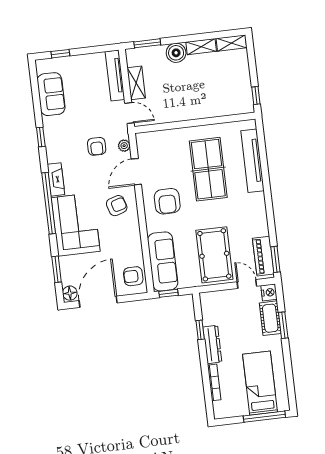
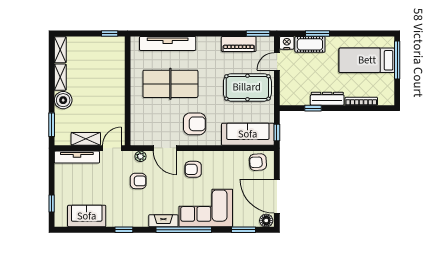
armchair: (117, 206) -> (193, 169), turned -73
piano: (263, 256) -> (239, 44), moved
armchair: (133, 276) -> (258, 162), turned 86

